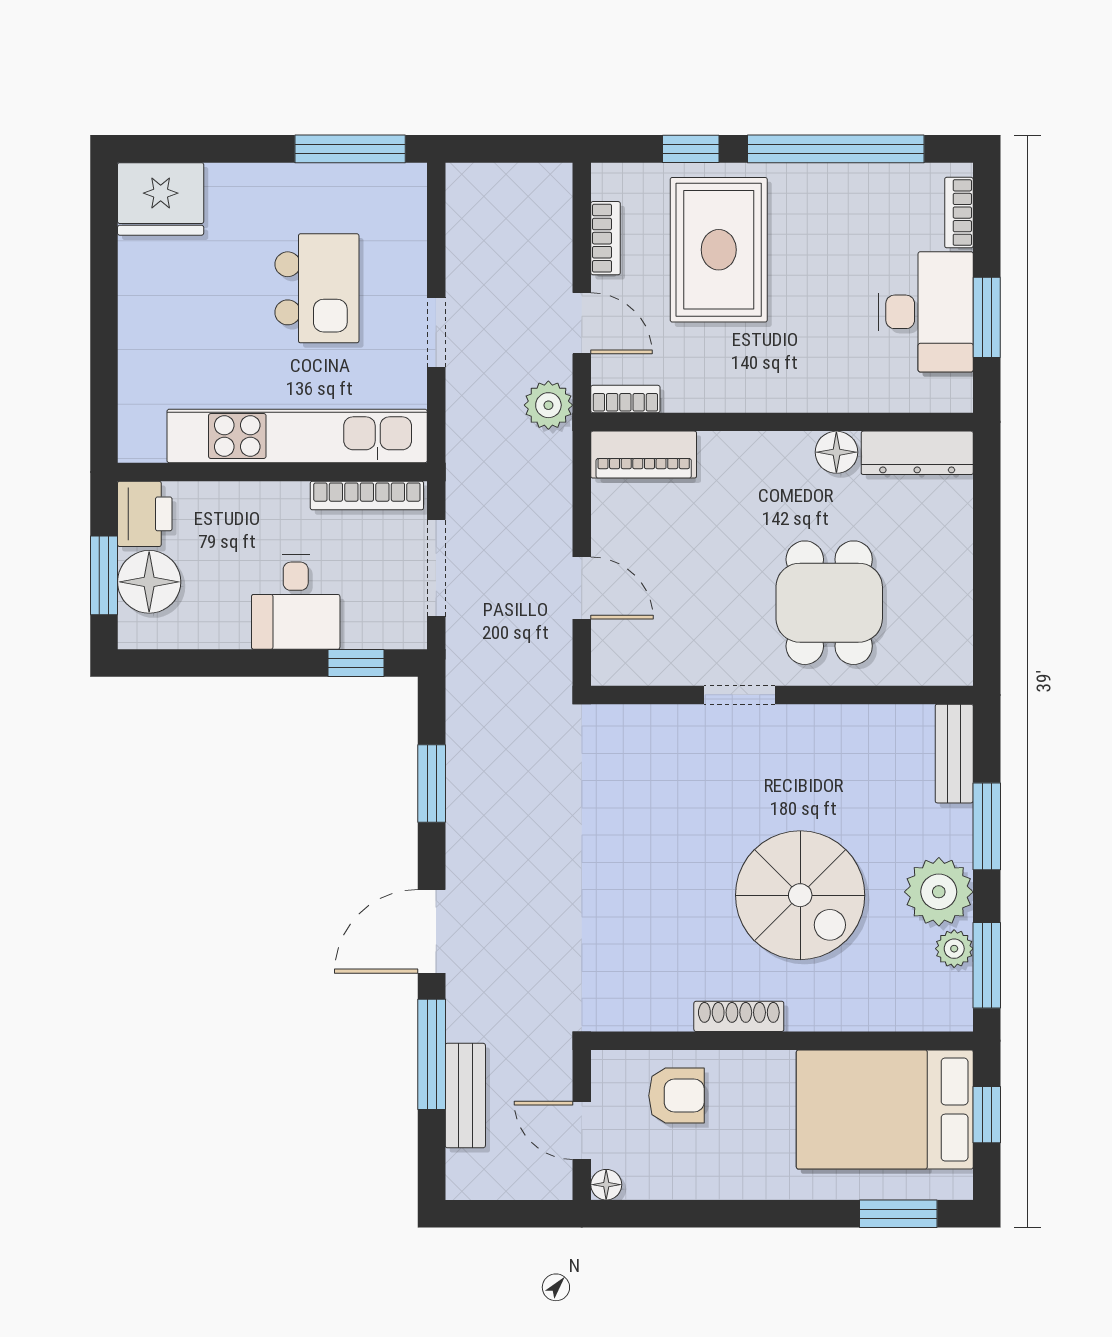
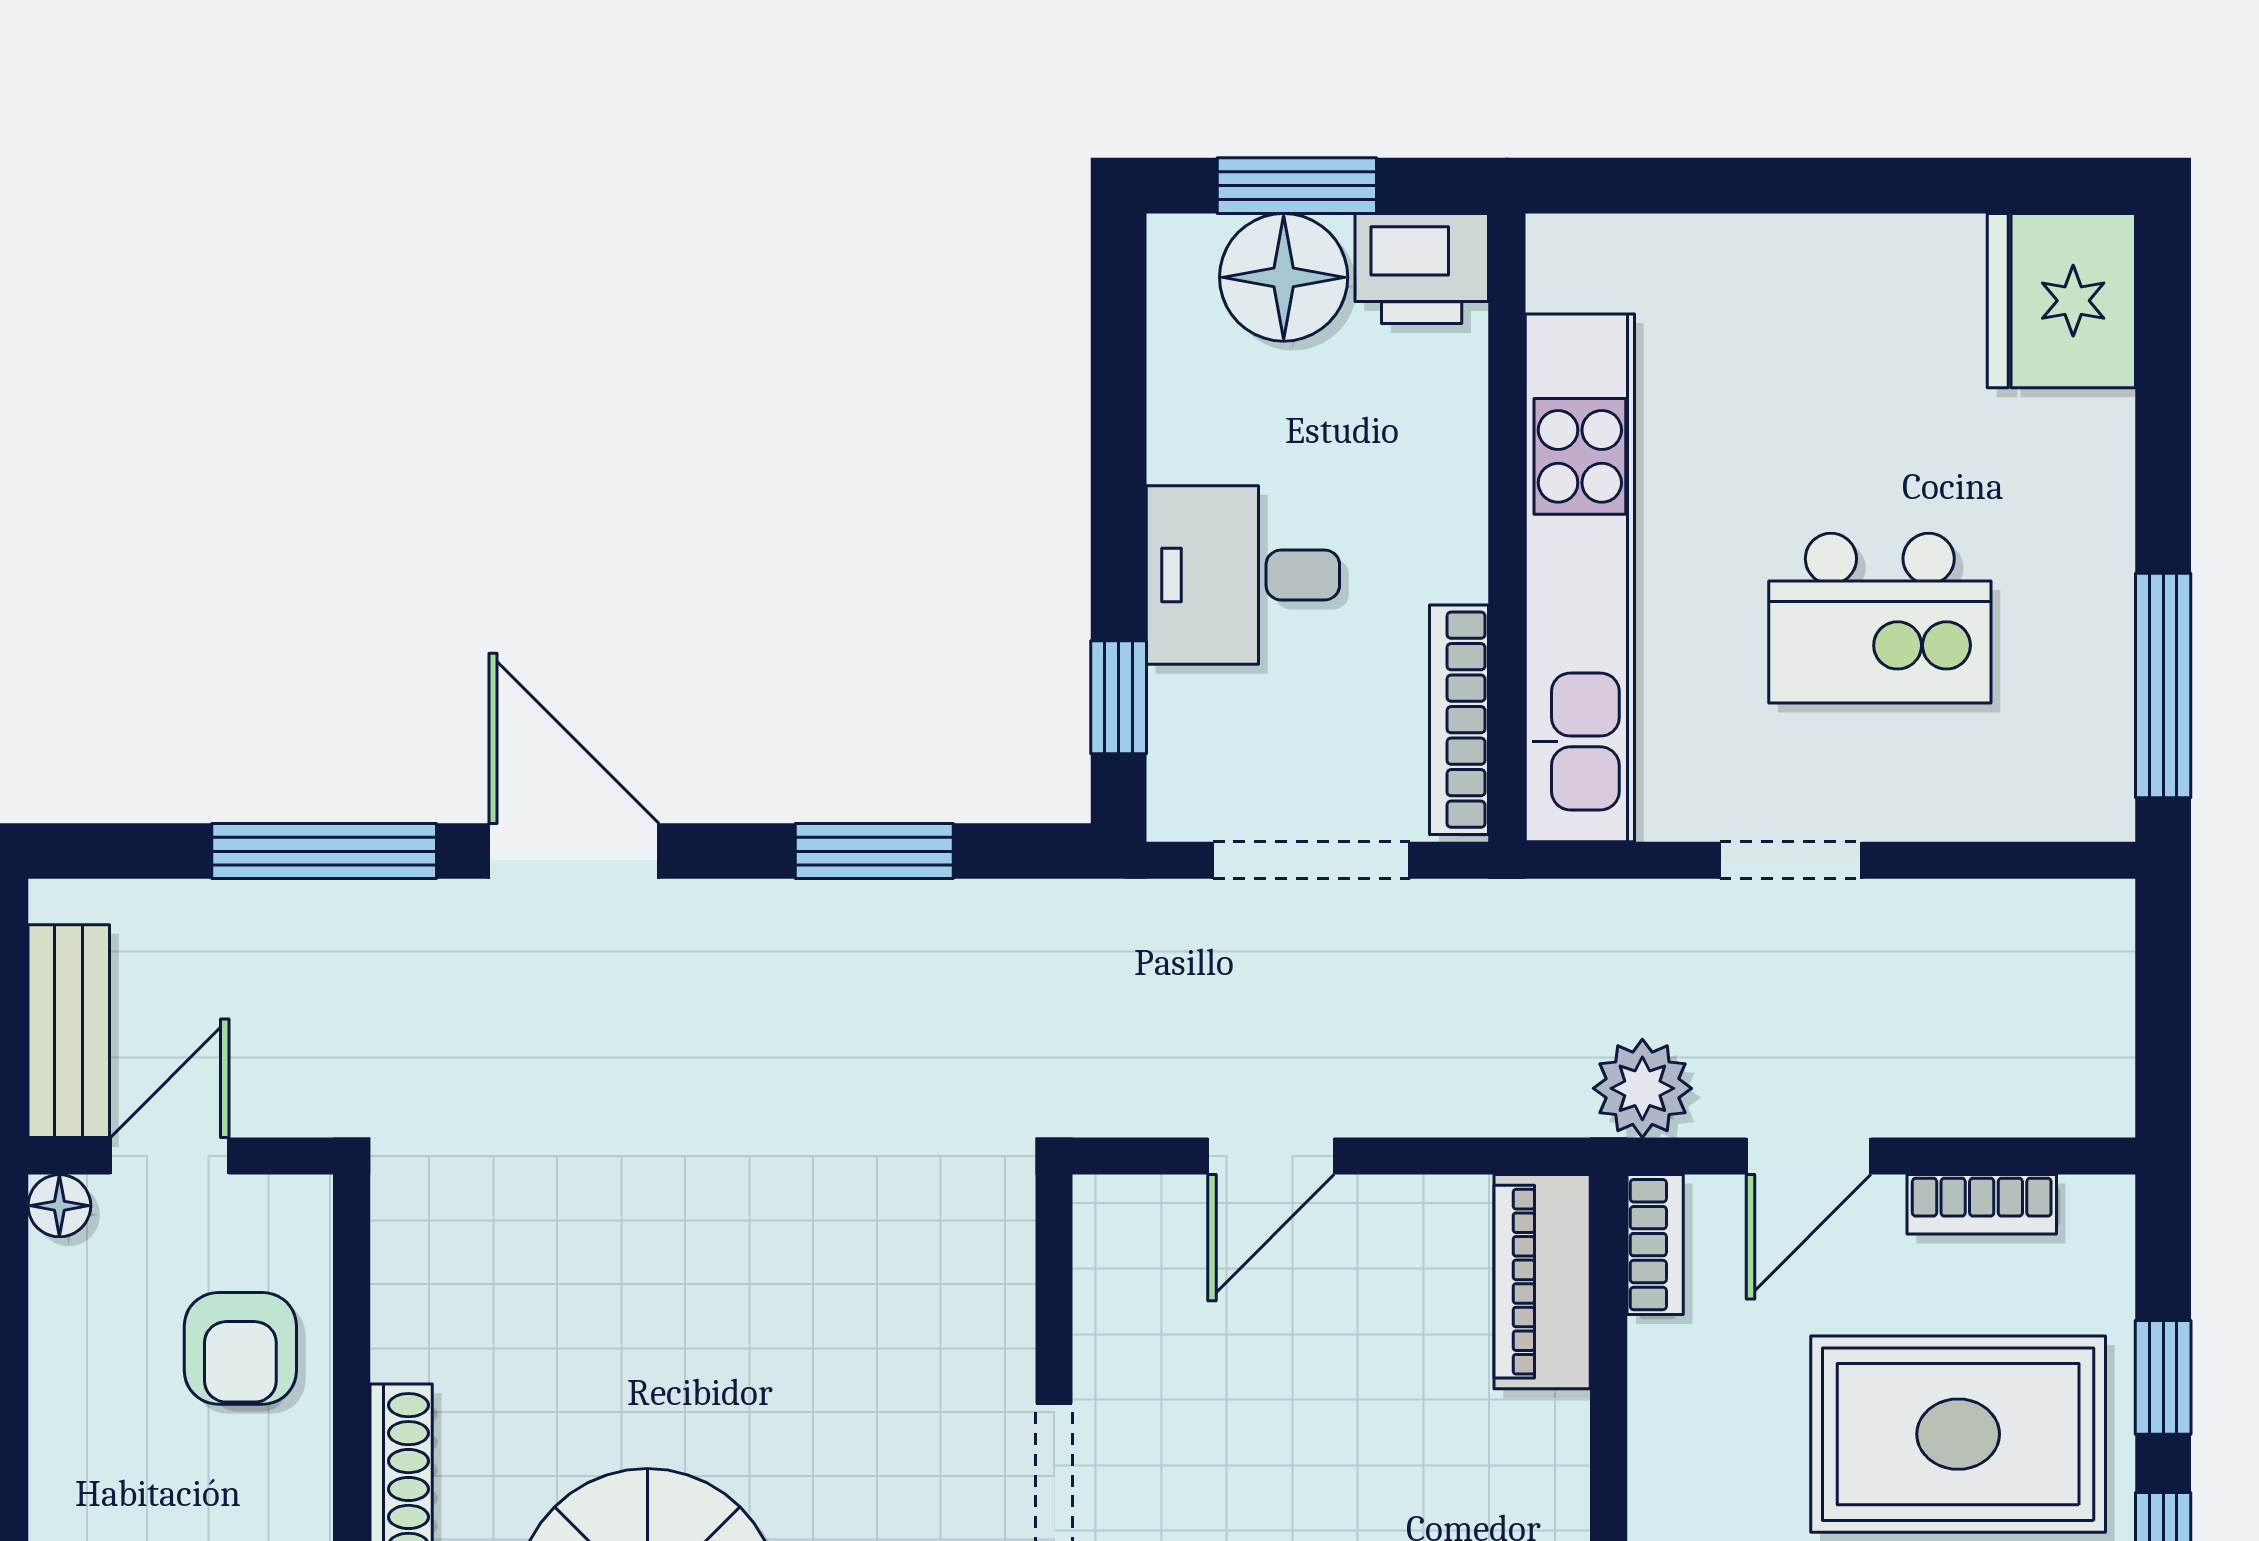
bench: (465, 1096) -> (69, 1031), moved, turned 90

